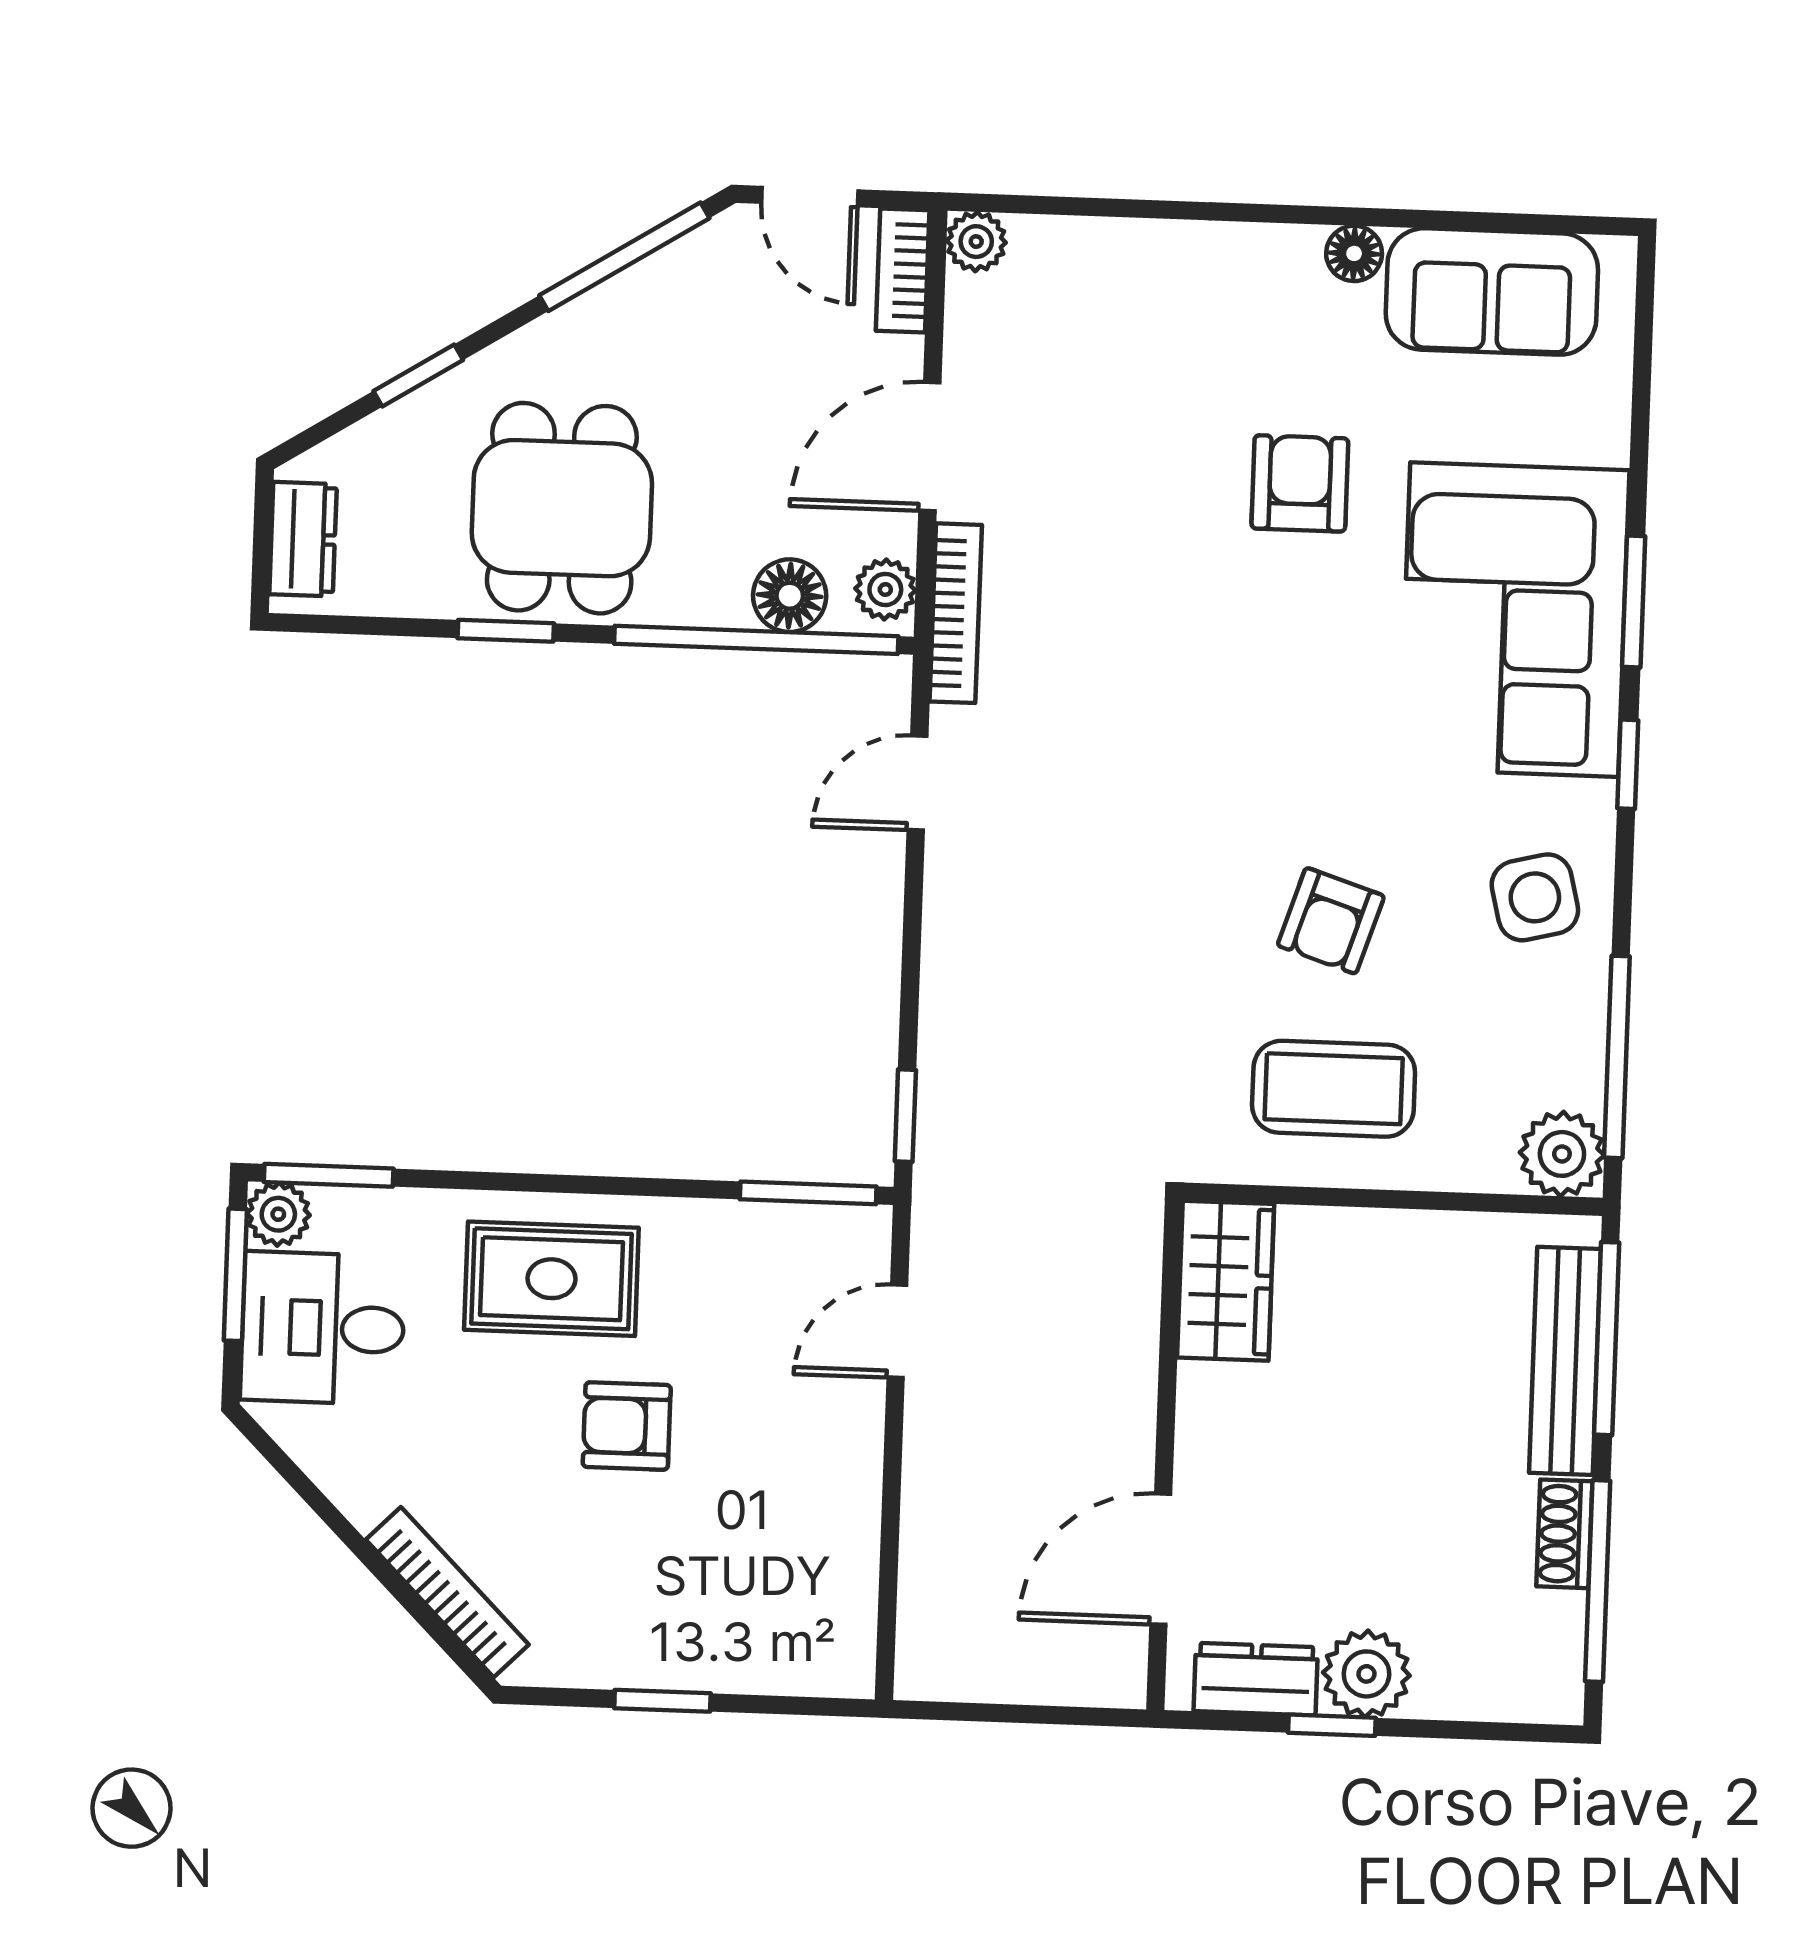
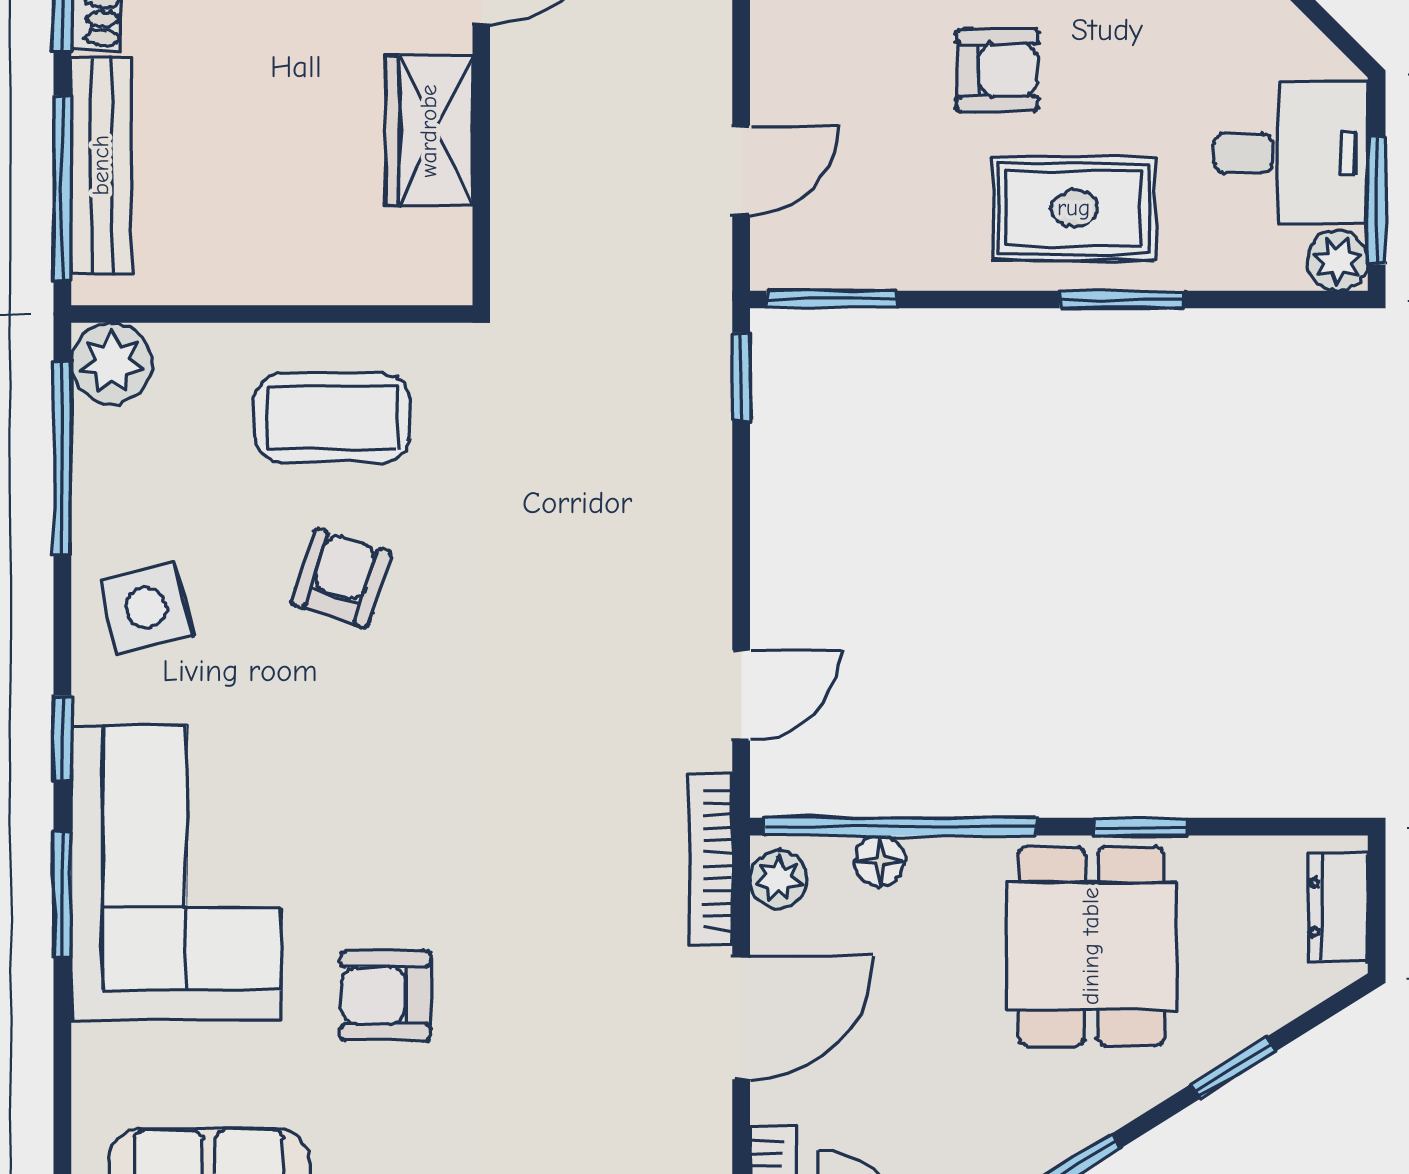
armchair: (1300, 483) -> (386, 995), turned 90
floor lamp: (790, 596) -> (880, 861), width x0.73, depth x0.73
window: (329, 1175) -> (1122, 299), moved
wardrobe: (1226, 1281) -> (429, 131), moved

